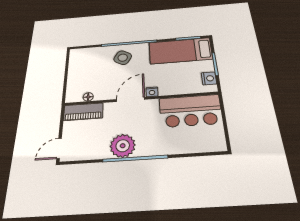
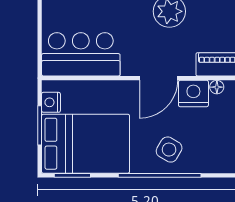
bed: (180, 51) -> (86, 144), width x1.50
nightstand: (152, 92) -> (193, 94), moved, width x1.89, depth x1.79

